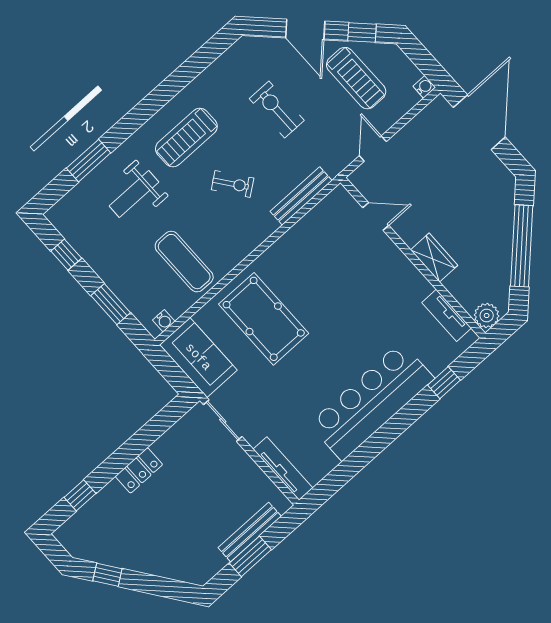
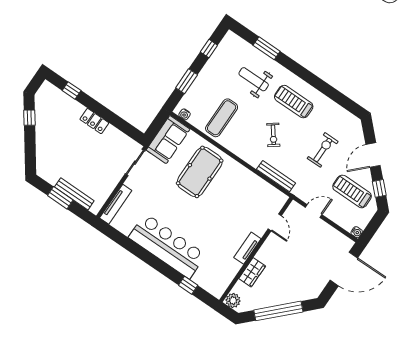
treadmill: (356, 78) -> (352, 191), turned 90
wardrobe: (434, 258) -> (252, 272), moved
tv unit: (447, 315) -> (247, 248), moved

